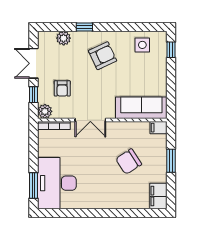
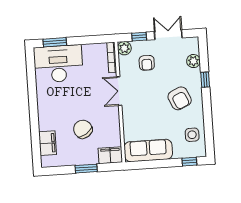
armchair: (62, 88) -> (147, 63), turned -90
sofa: (141, 108) -> (148, 150), moved, turned -90
filing cabinet: (159, 128) -> (110, 155), width x2.00
filing cabinet: (158, 196) -> (48, 143), moved, turned 90

